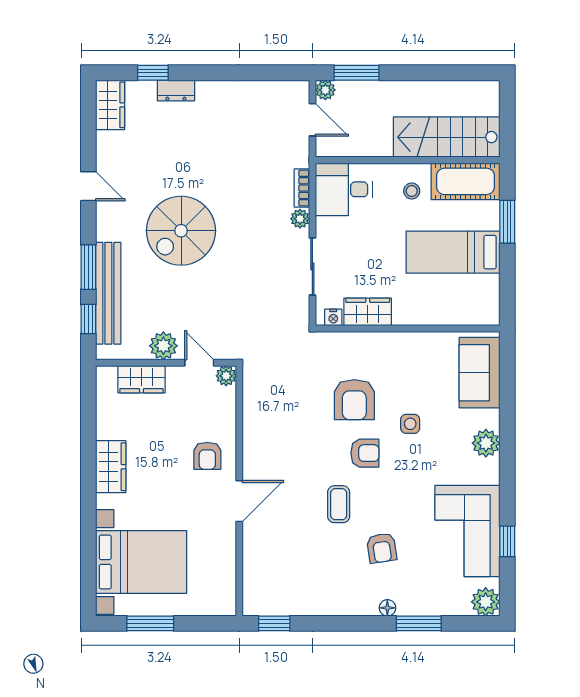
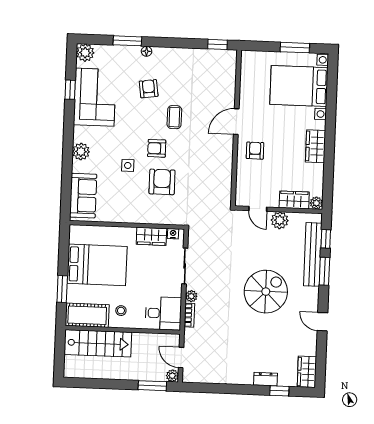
bed: (453, 252) -> (97, 265), width x1.50
plant: (226, 376) -> (316, 203), moved

